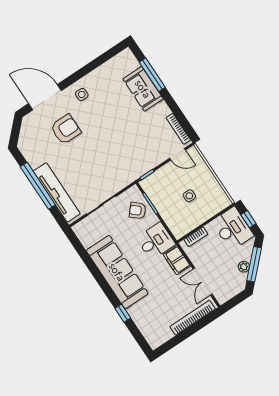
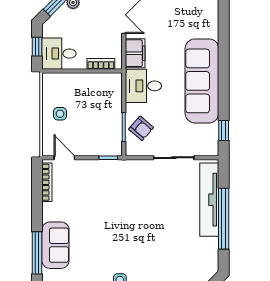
armchair: (66, 129) -> (159, 256), removed
side table: (189, 196) -> (60, 114), moved
desk: (233, 229) -> (59, 54), width x0.73
window: (123, 313) -> (224, 131), moved

